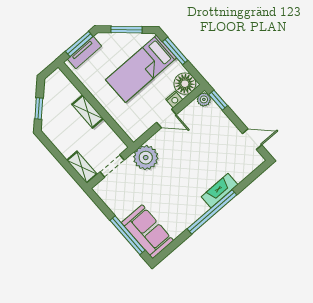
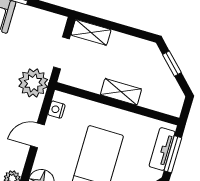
nightstand: (174, 99) -> (56, 110), moved

